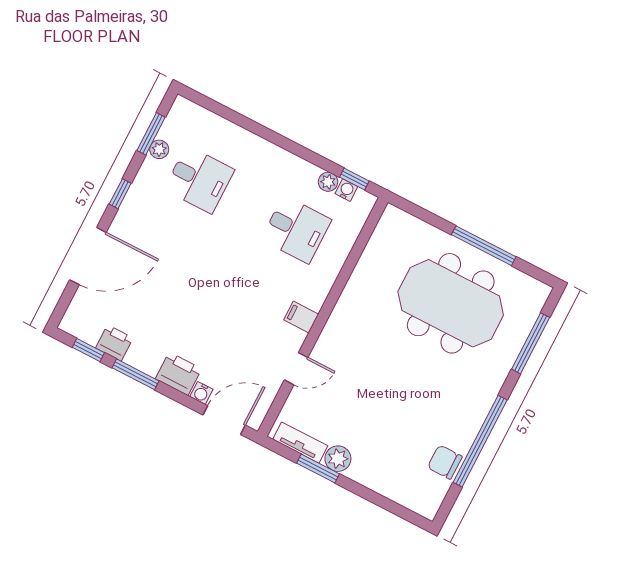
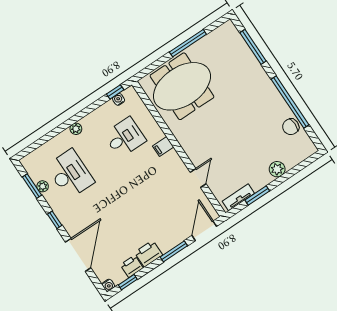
desk: (199, 180) -> (70, 174), width x1.37
plant: (328, 182) -> (76, 129), moved
meeting table: (451, 303) -> (182, 86), moved
filing cabinet: (301, 317) -> (163, 147), moved
window: (135, 374) -> (174, 251), moved
printer: (179, 374) -> (149, 254), moved
water cooler: (201, 393) -> (108, 285), moved
plant: (338, 459) -> (277, 169), moved

